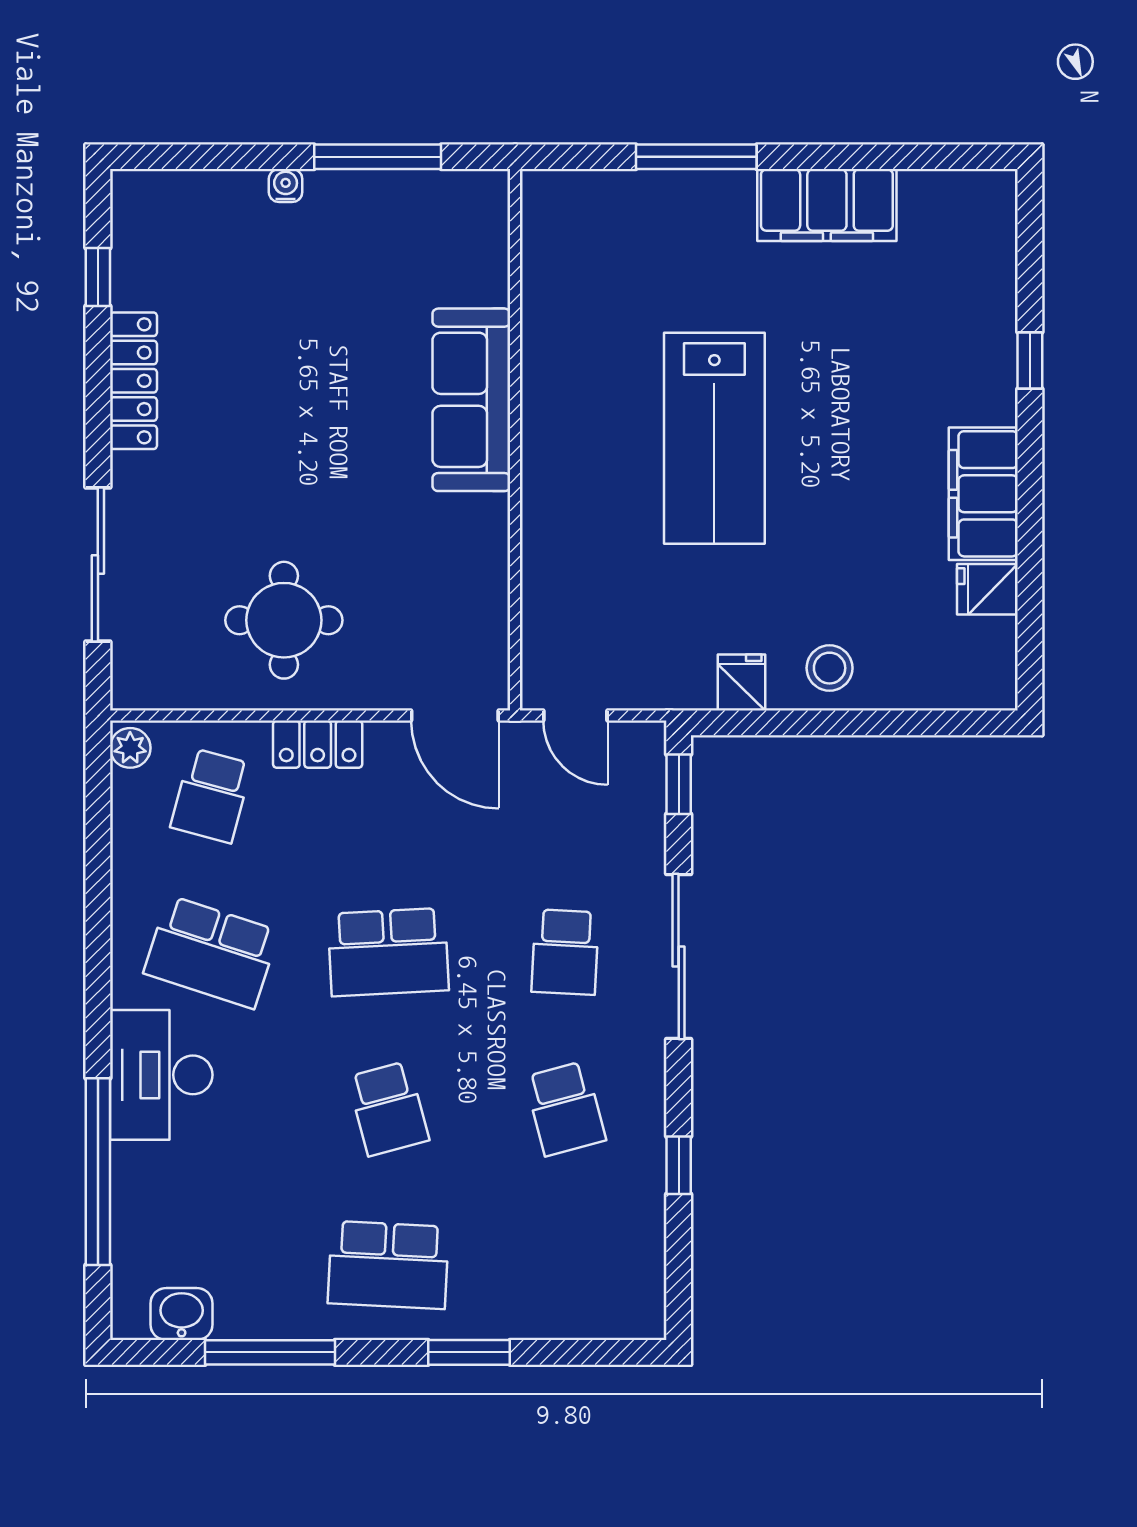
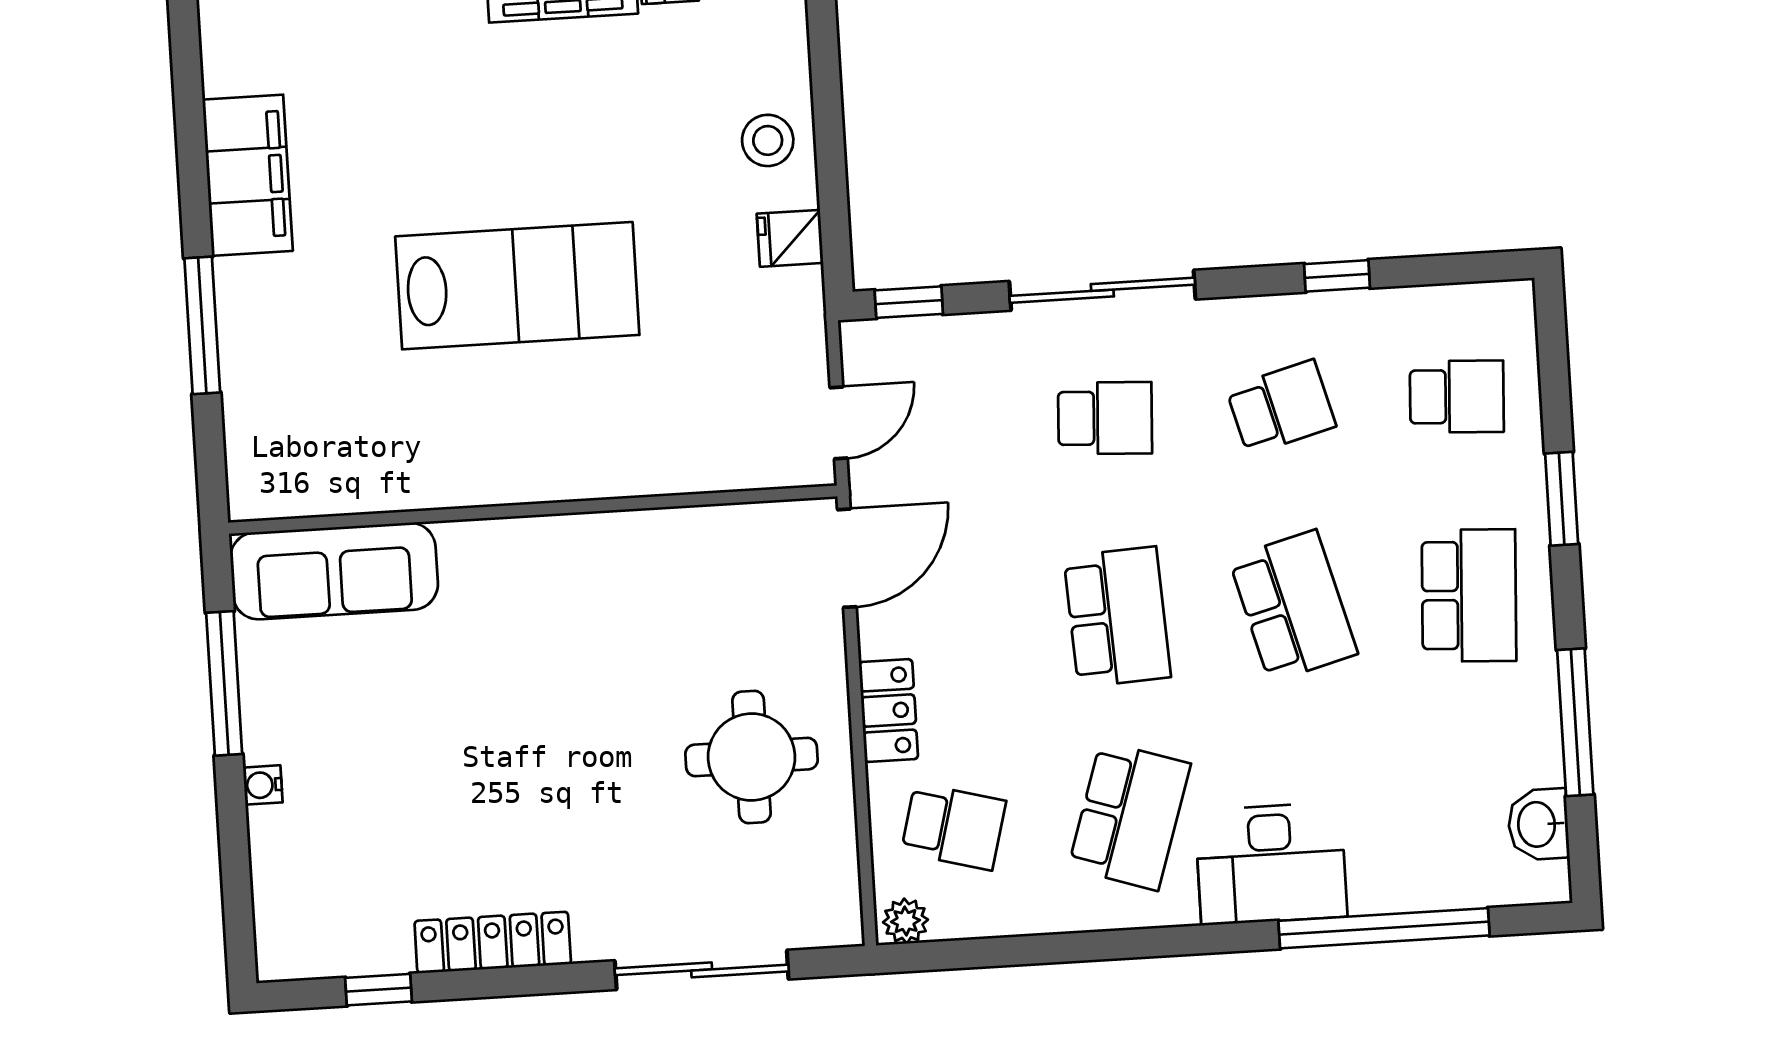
sofa: (471, 400) -> (334, 571), moved
school desk: (388, 1109) -> (1293, 606), width x1.85
school desk: (565, 1265) -> (1457, 397), added

